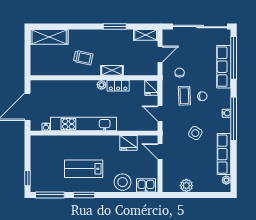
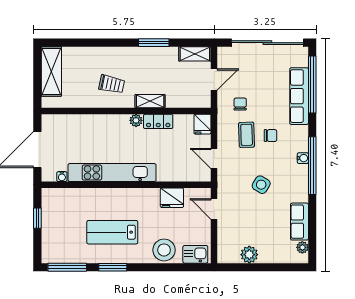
shelving: (49, 37) -> (51, 71), moved, turned 90
row of seats: (224, 154) -> (299, 222), width x0.68
window: (28, 178) -> (37, 218), moved

